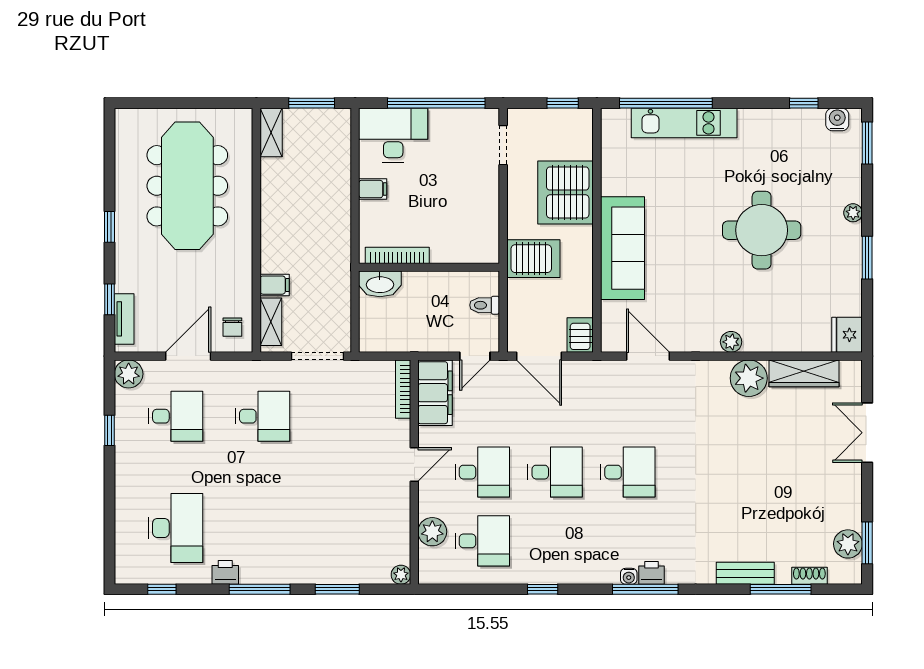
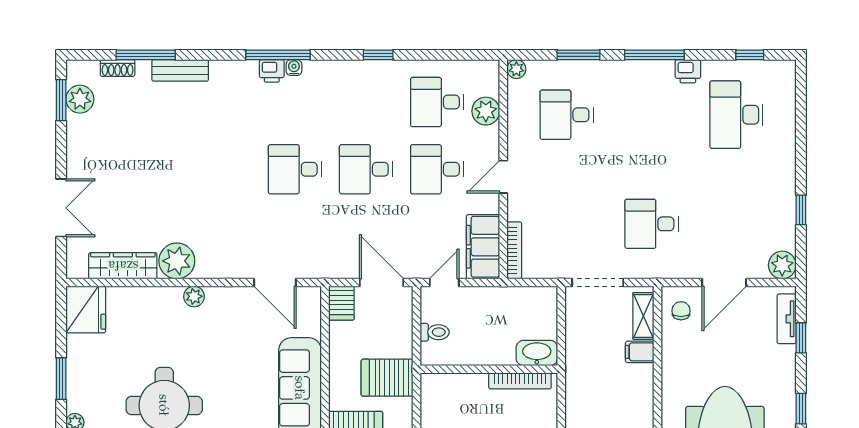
fridge: (847, 335) -> (86, 310), width x1.36, depth x1.34
desk: (176, 416) -> (567, 115), moved

